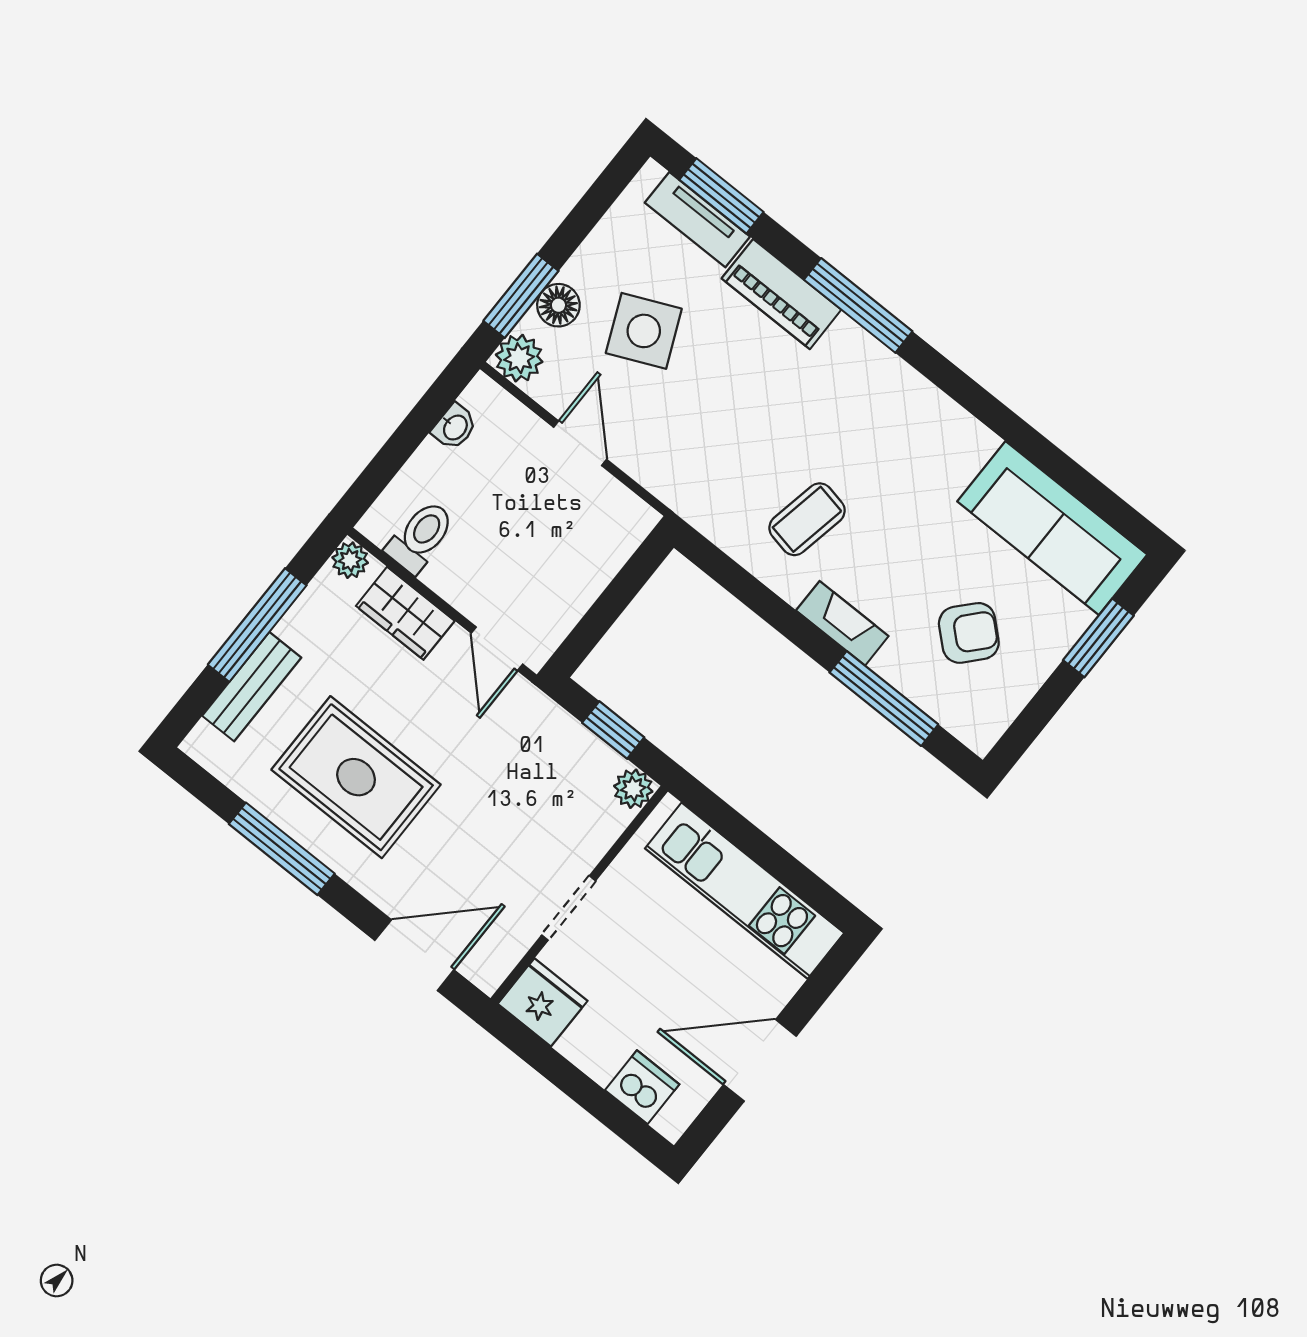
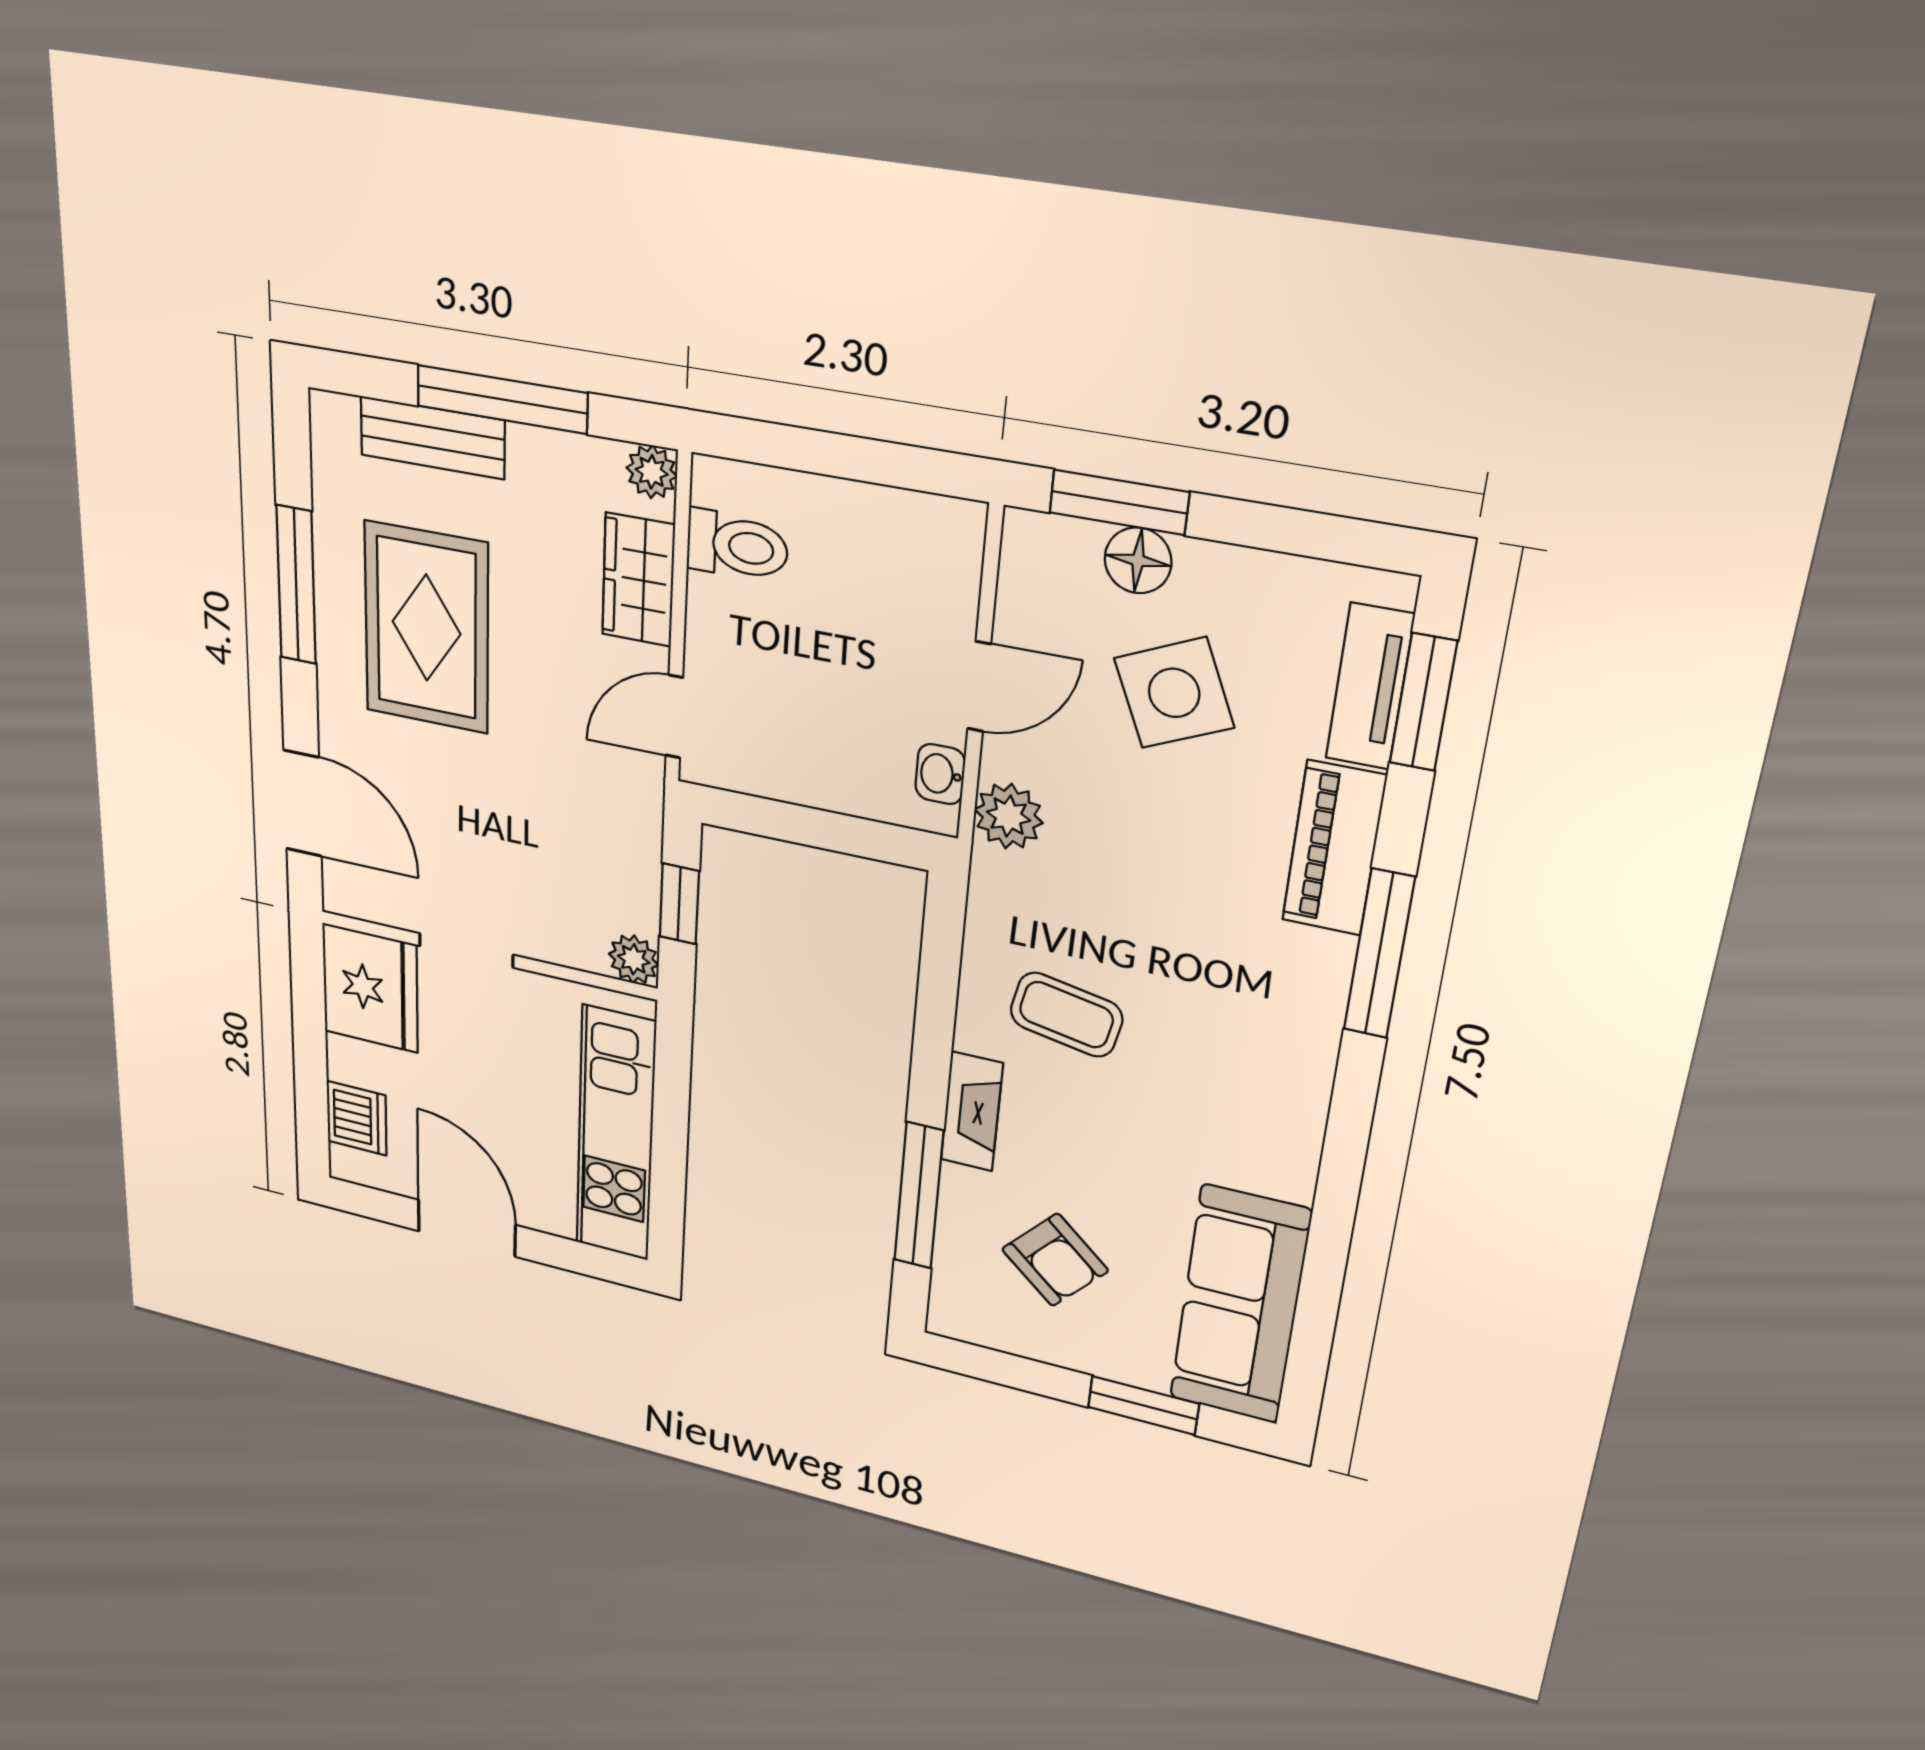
plant: (519, 358) -> (1009, 816), moved
washbasin: (455, 427) -> (940, 774), moved, turned 90
fridge: (543, 1002) -> (370, 988), width x1.36, depth x1.34

